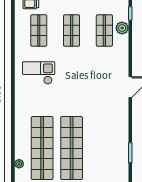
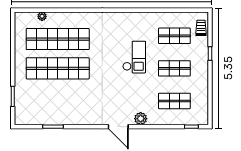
plant: (122, 28) -> (141, 119), moved
checkout: (39, 73) -> (134, 57), moved

